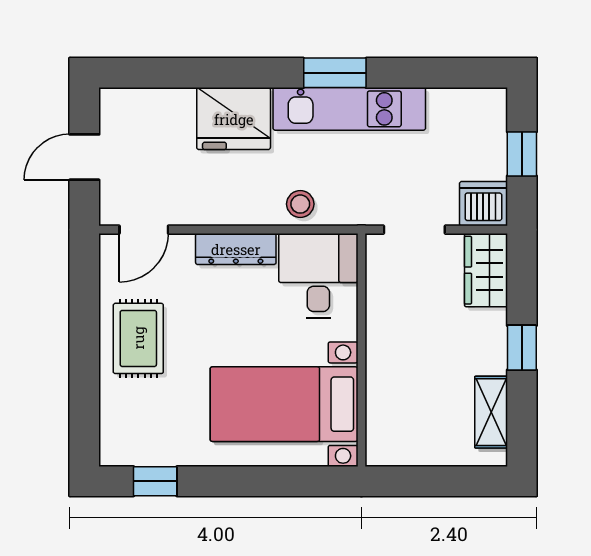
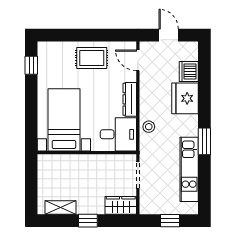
kitchen unit: (349, 109) -> (189, 169), moved
dishwasher: (483, 204) -> (189, 71), moved, turned 180

